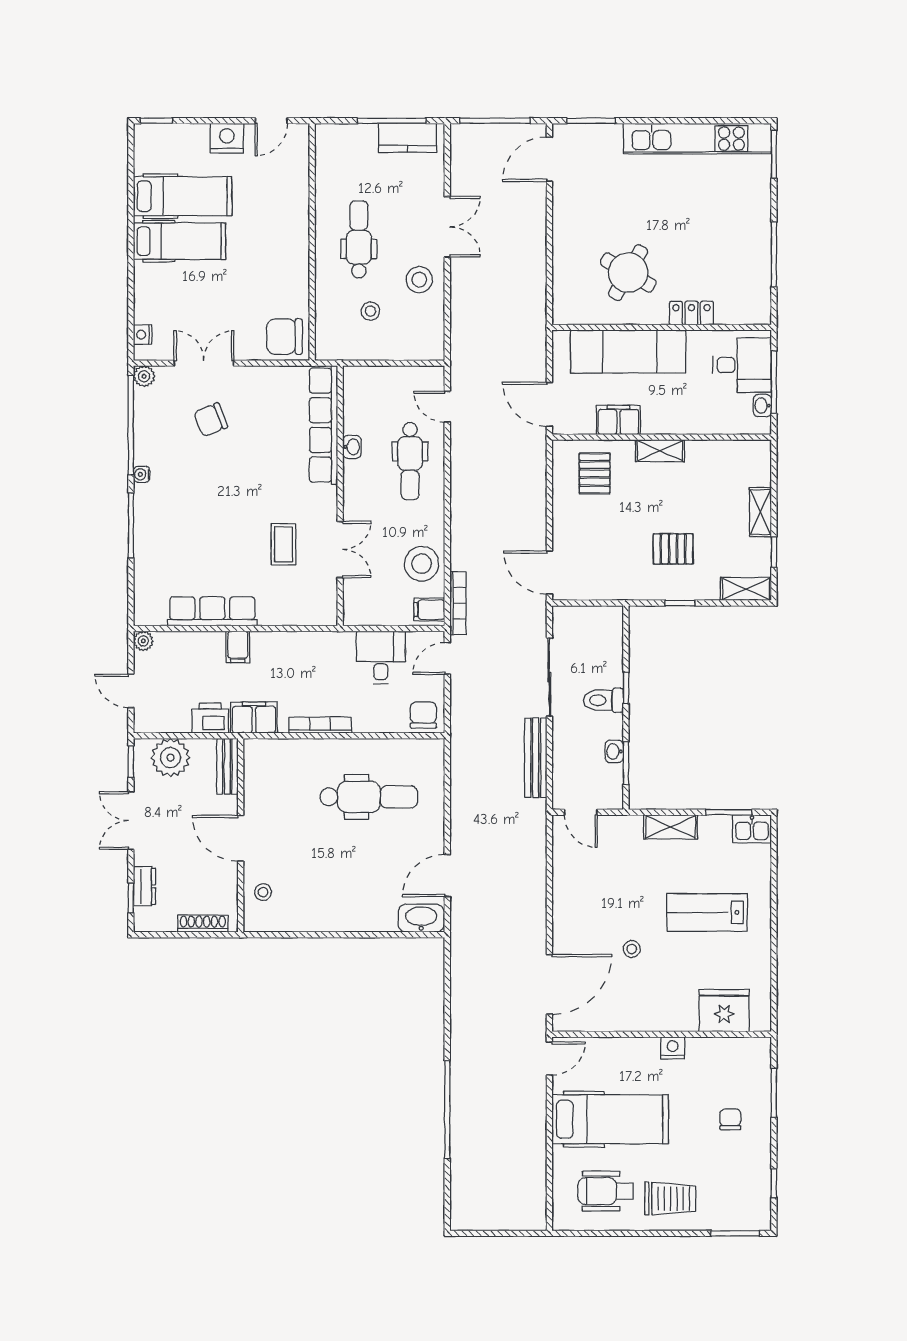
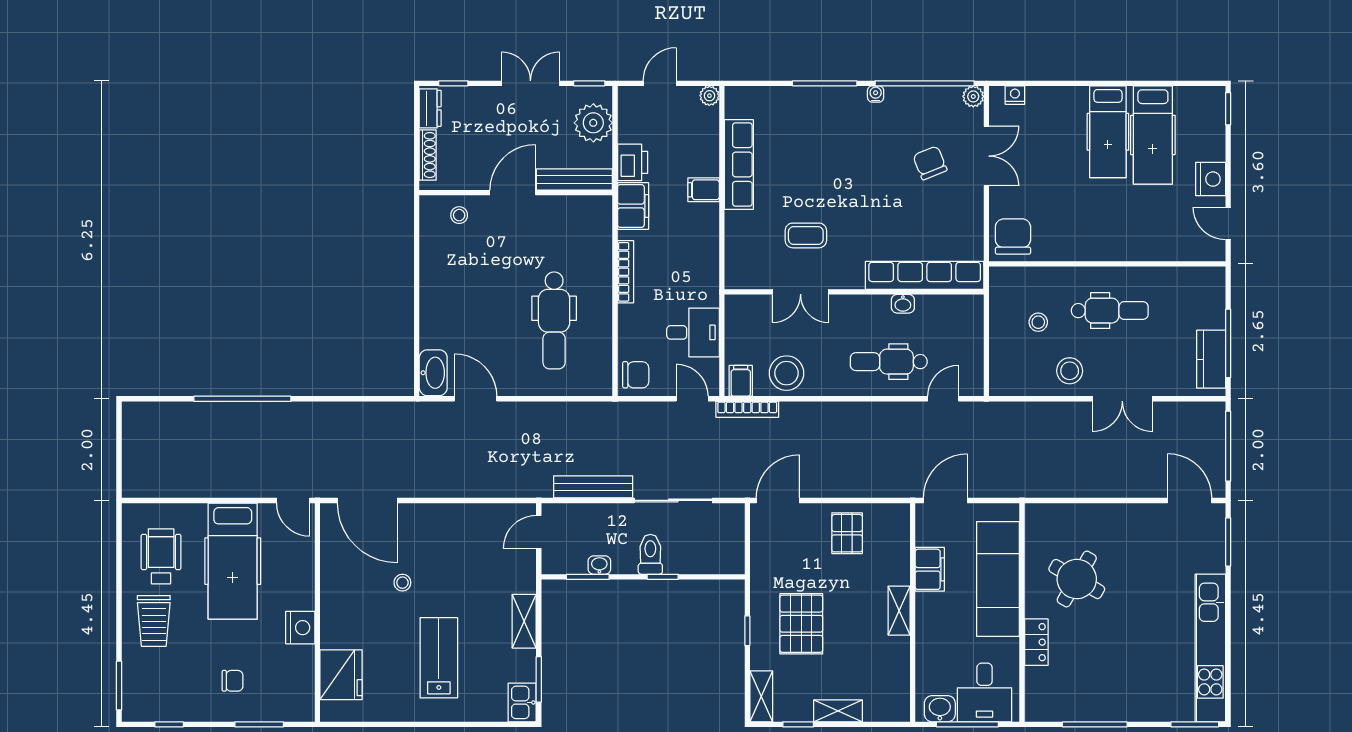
washbasin: (762, 406) -> (940, 709), width x1.38, depth x1.45
pallet: (595, 473) -> (847, 533), moved, turned 90
pallet: (673, 549) -> (801, 624), width x1.50, depth x1.42
bench: (227, 766) -> (574, 180), width x1.36
dresser: (144, 886) -> (430, 108), moved, turned -90
nightstand: (673, 1048) -> (300, 628), width x1.36, depth x1.33

